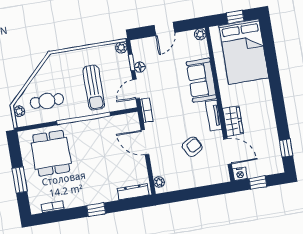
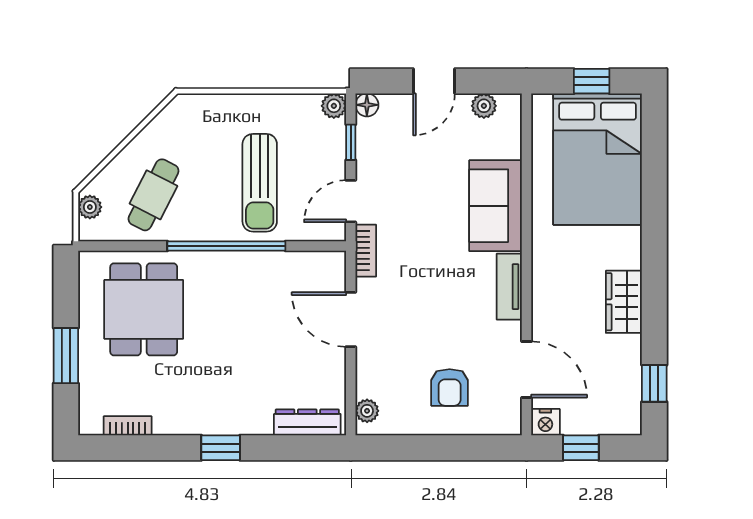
plant: (200, 34) -> (484, 106), moved
floor lamp: (140, 67) -> (367, 105), moved
cafe table: (47, 101) -> (154, 195), turned -63
wardrobe: (233, 121) -> (624, 302), moved, turned 180
armchair: (192, 147) -> (450, 387), moved, turned 120

